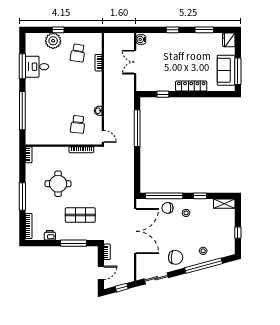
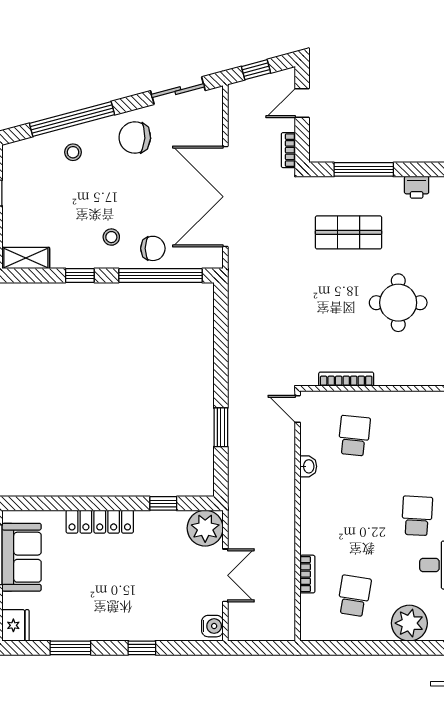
window: (58, 30) -> (398, 648), removed
plant: (144, 83) -> (205, 528), added
school desk: (50, 89) -> (417, 516), added
window: (137, 128) -> (221, 427), width x0.47

